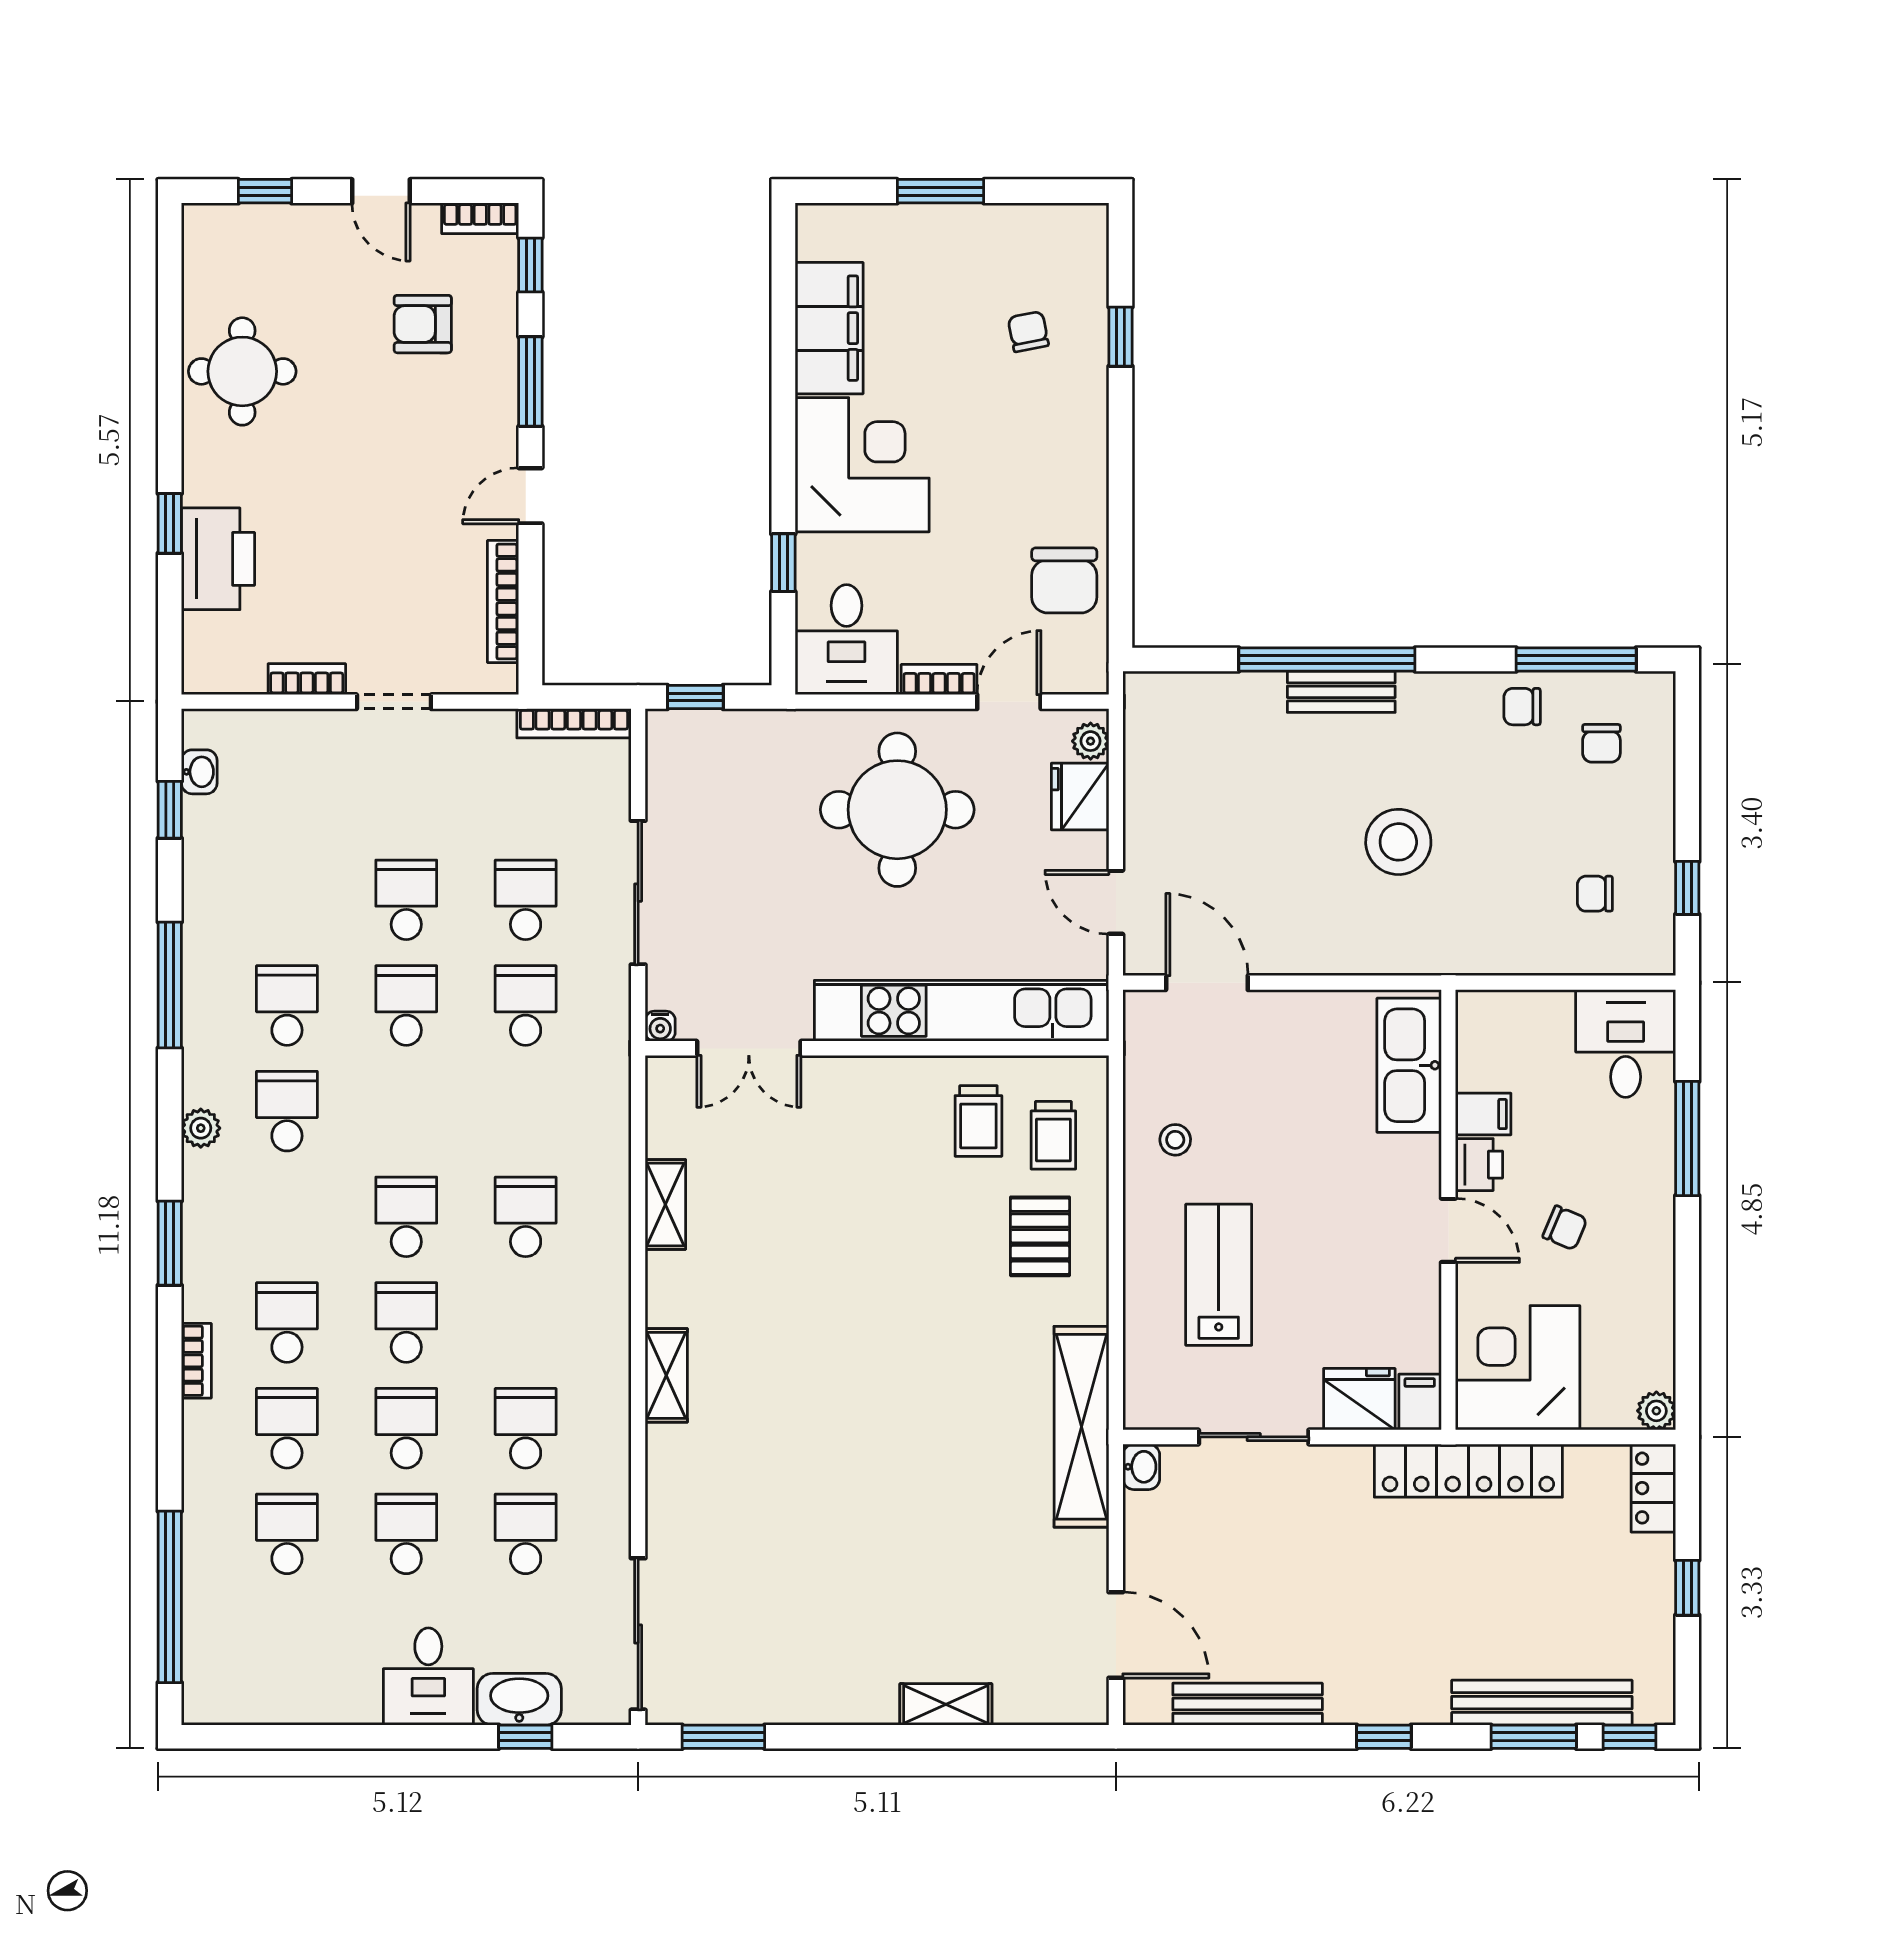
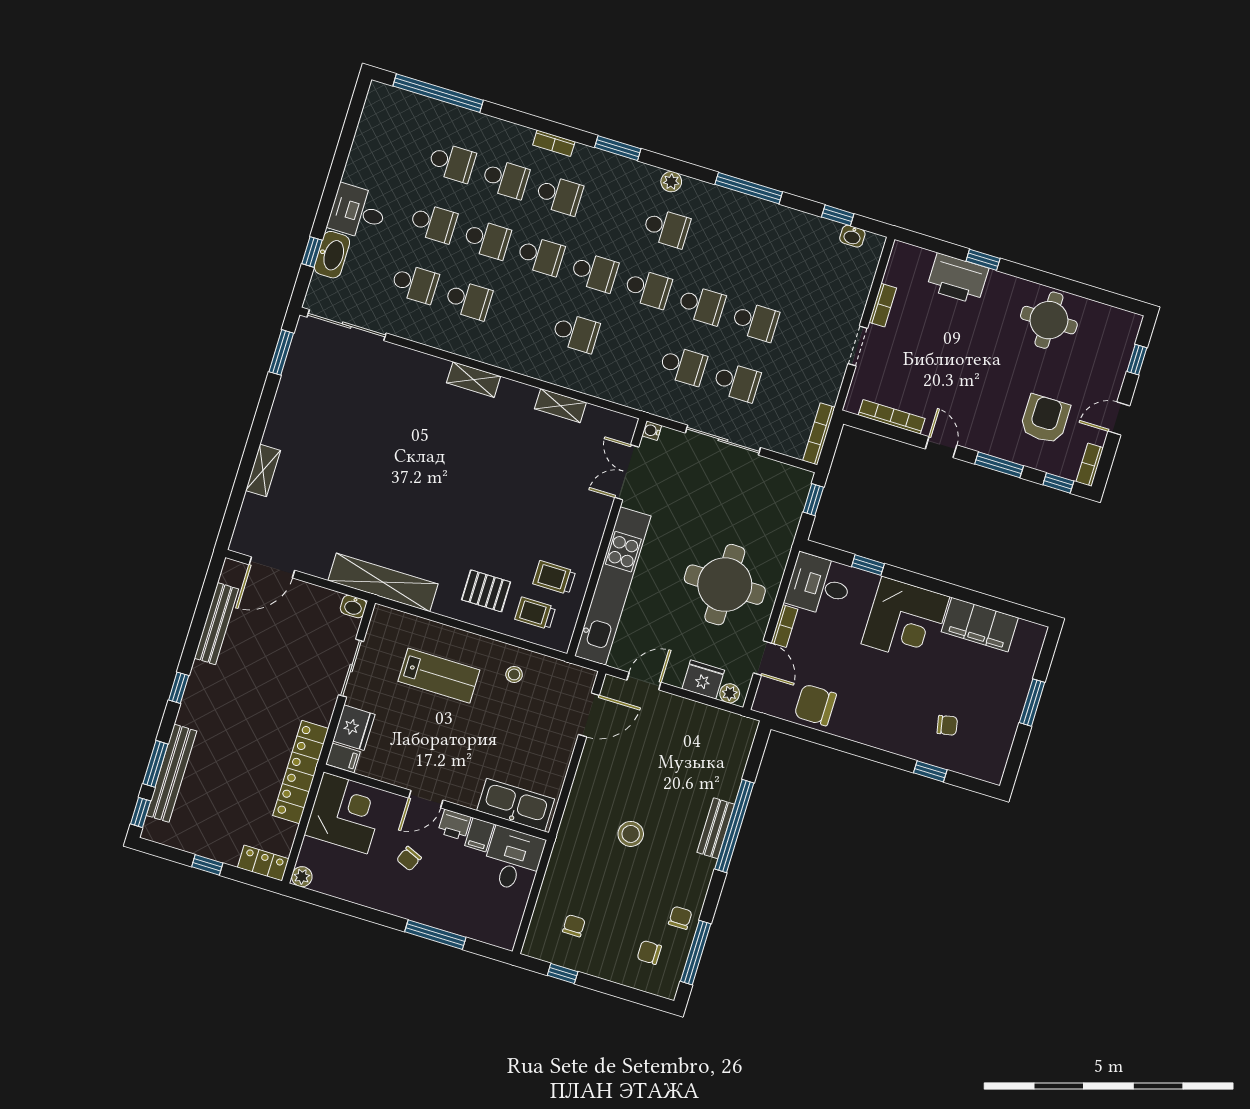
armchair: (423, 324) -> (1045, 419), width x1.38, depth x1.38
stool: (1398, 842) -> (631, 834), width x0.73, depth x0.73
school desk: (287, 1005) -> (648, 289), moved
desk: (1626, 1044) -> (513, 860), moved, turned -90

